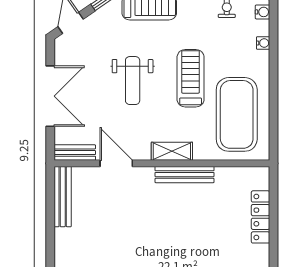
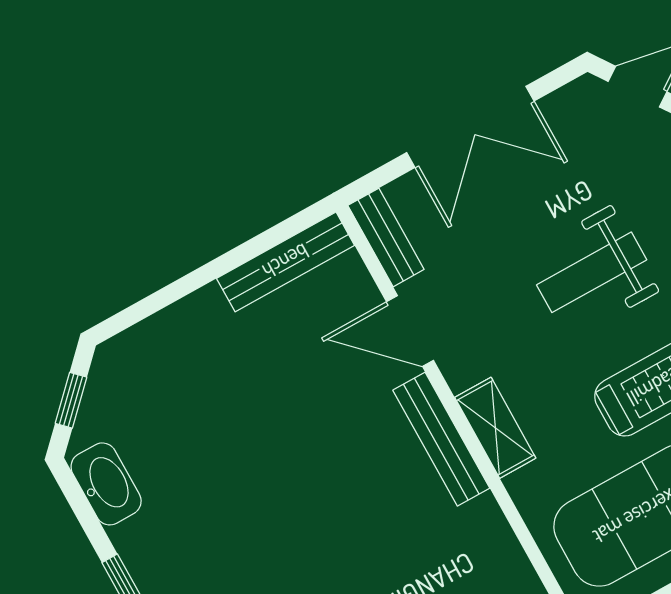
door: (116, 163) -> (410, 331), swing flipped
bench: (185, 175) -> (441, 439), moved

